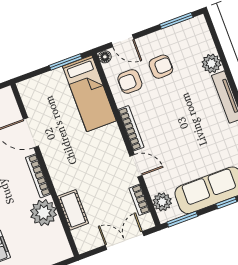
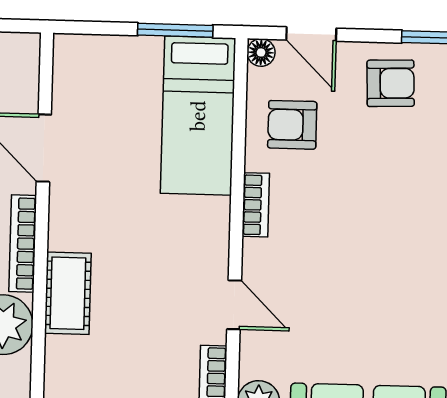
armchair: (161, 67) -> (391, 83), moved
bookcase: (131, 128) -> (256, 205), width x0.64
cot: (73, 210) -> (68, 293), moved

